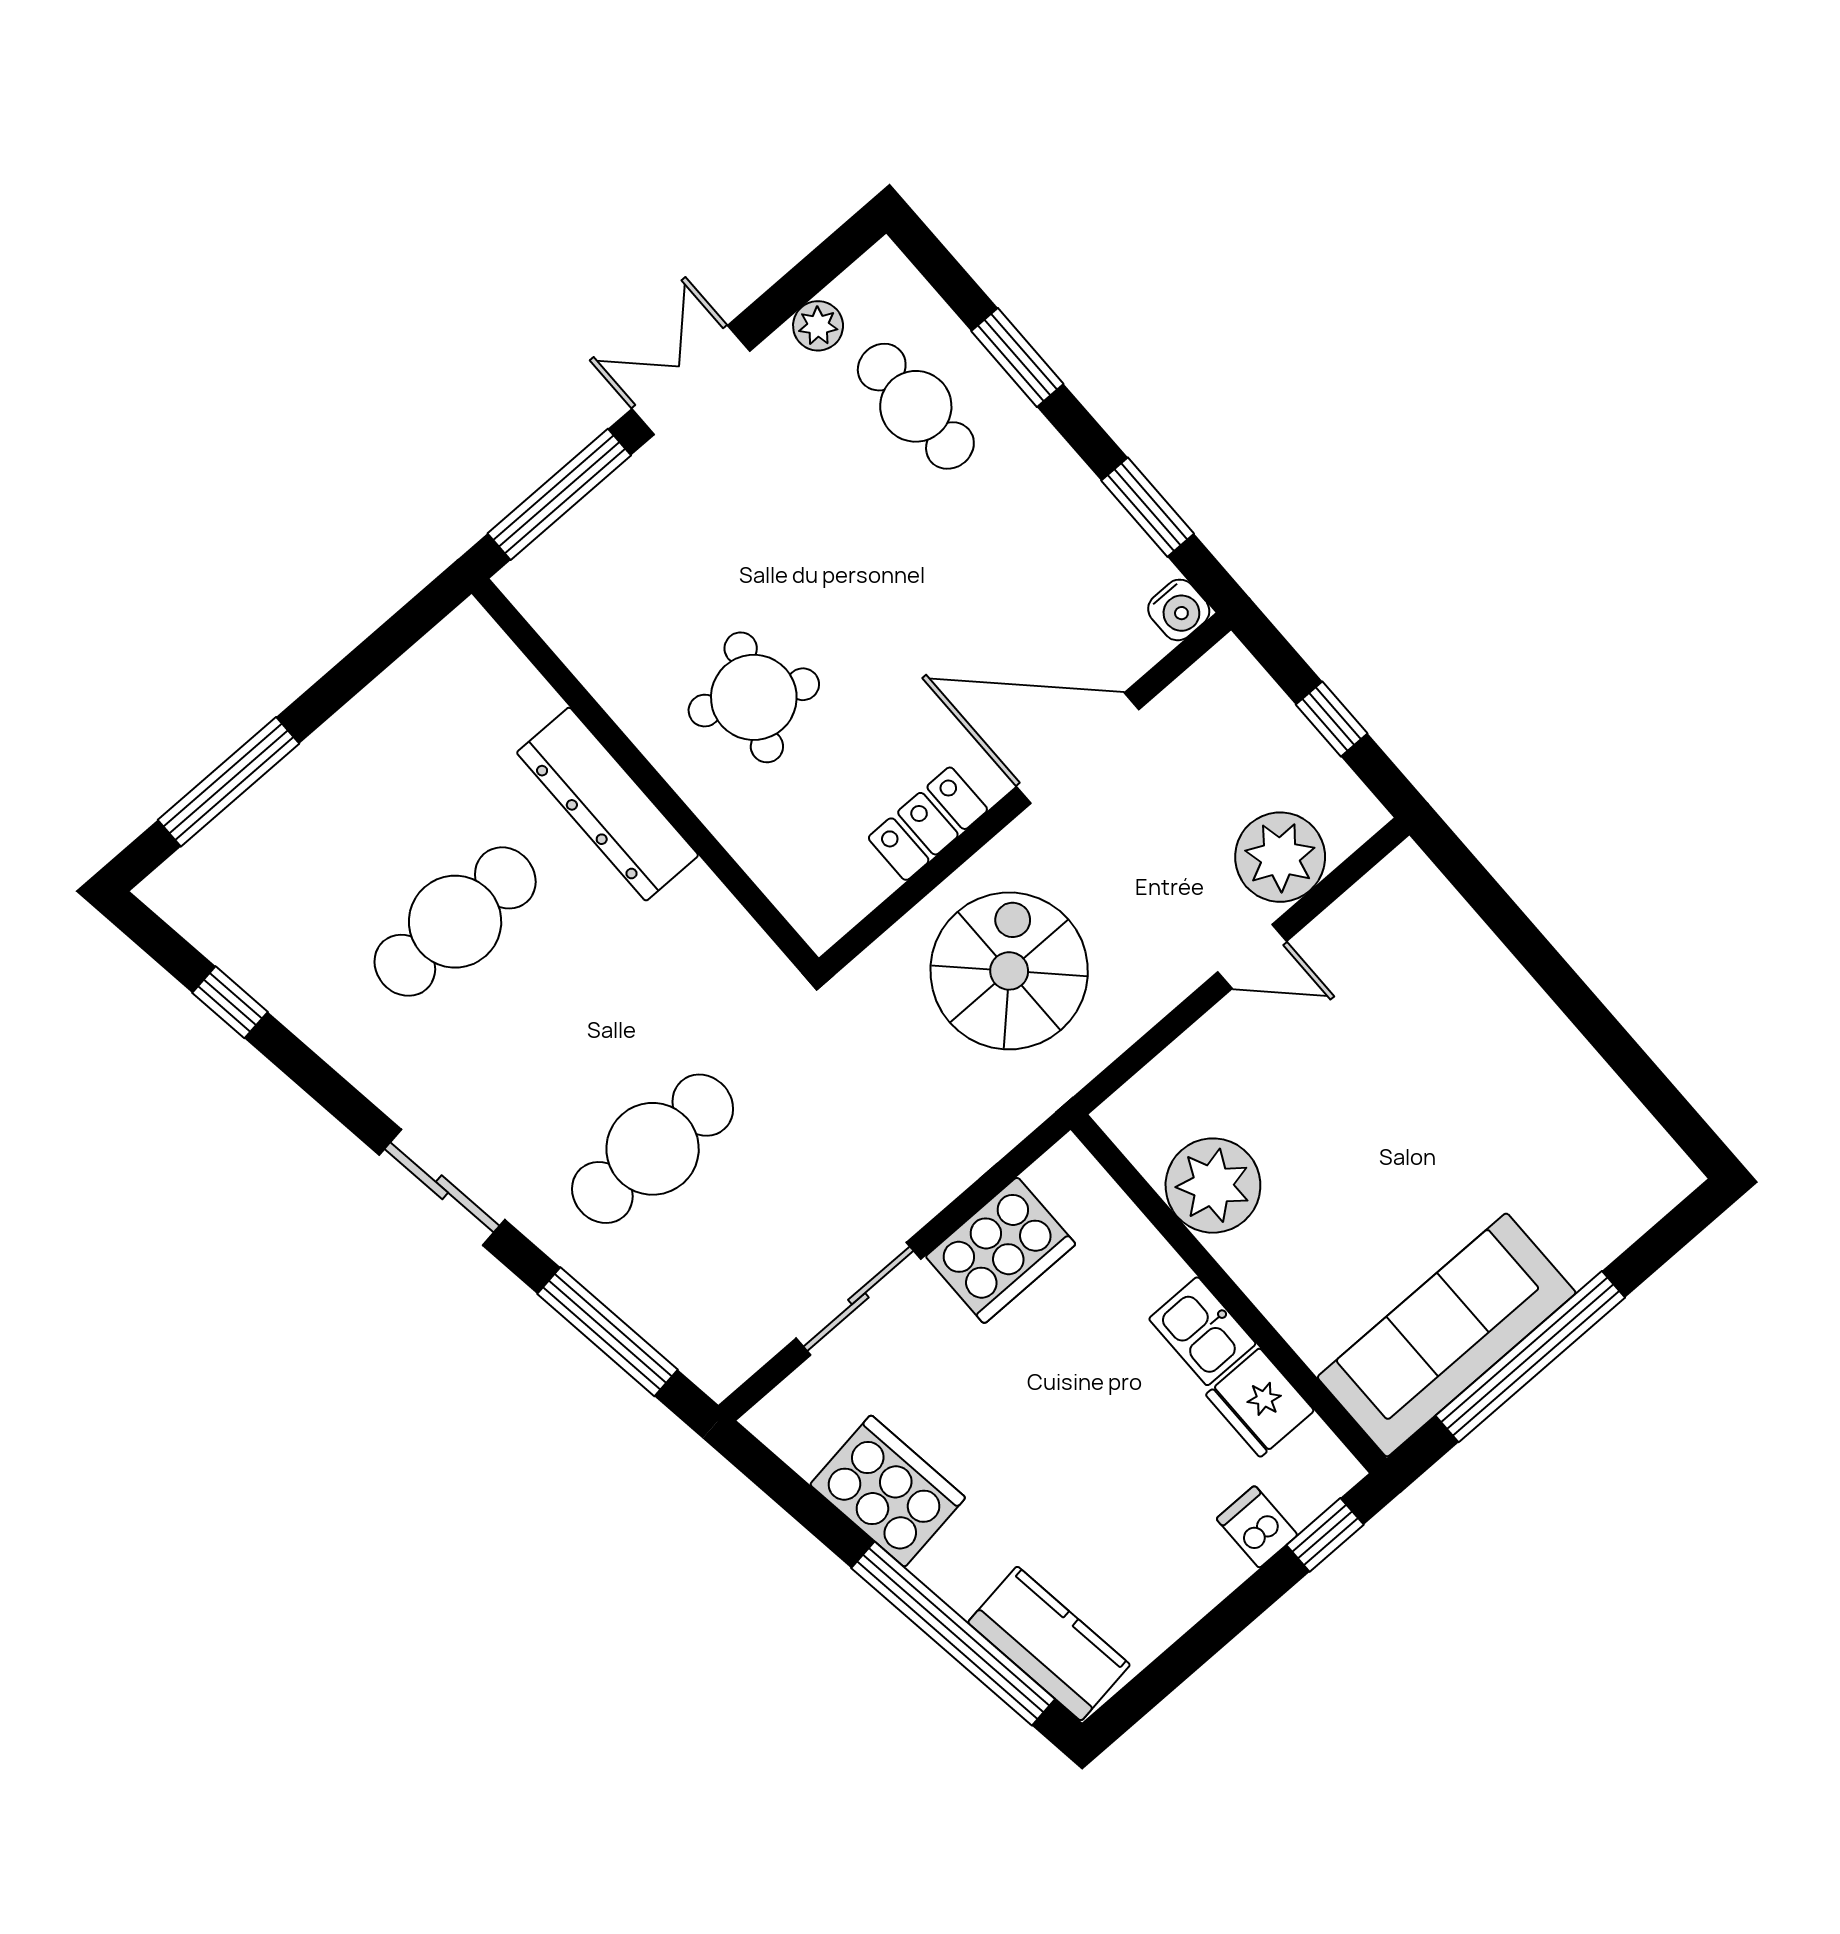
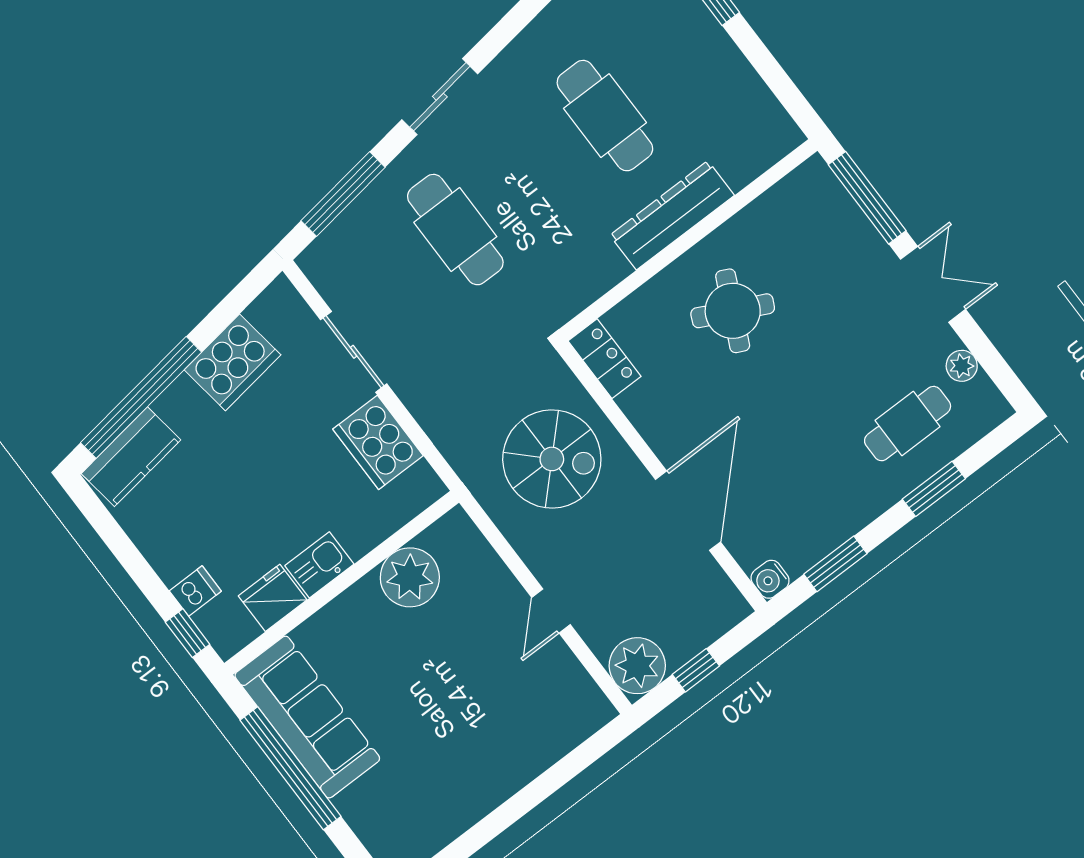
locker: (928, 824) -> (605, 359), moved
plant: (1280, 857) -> (637, 666), moved

